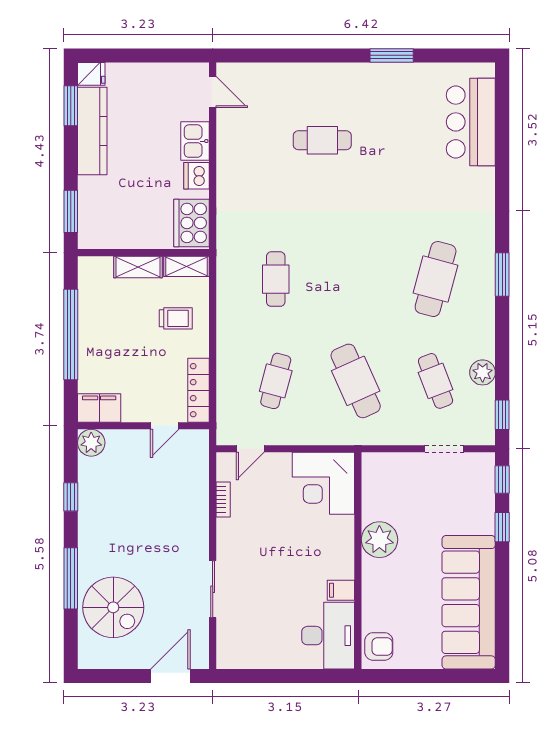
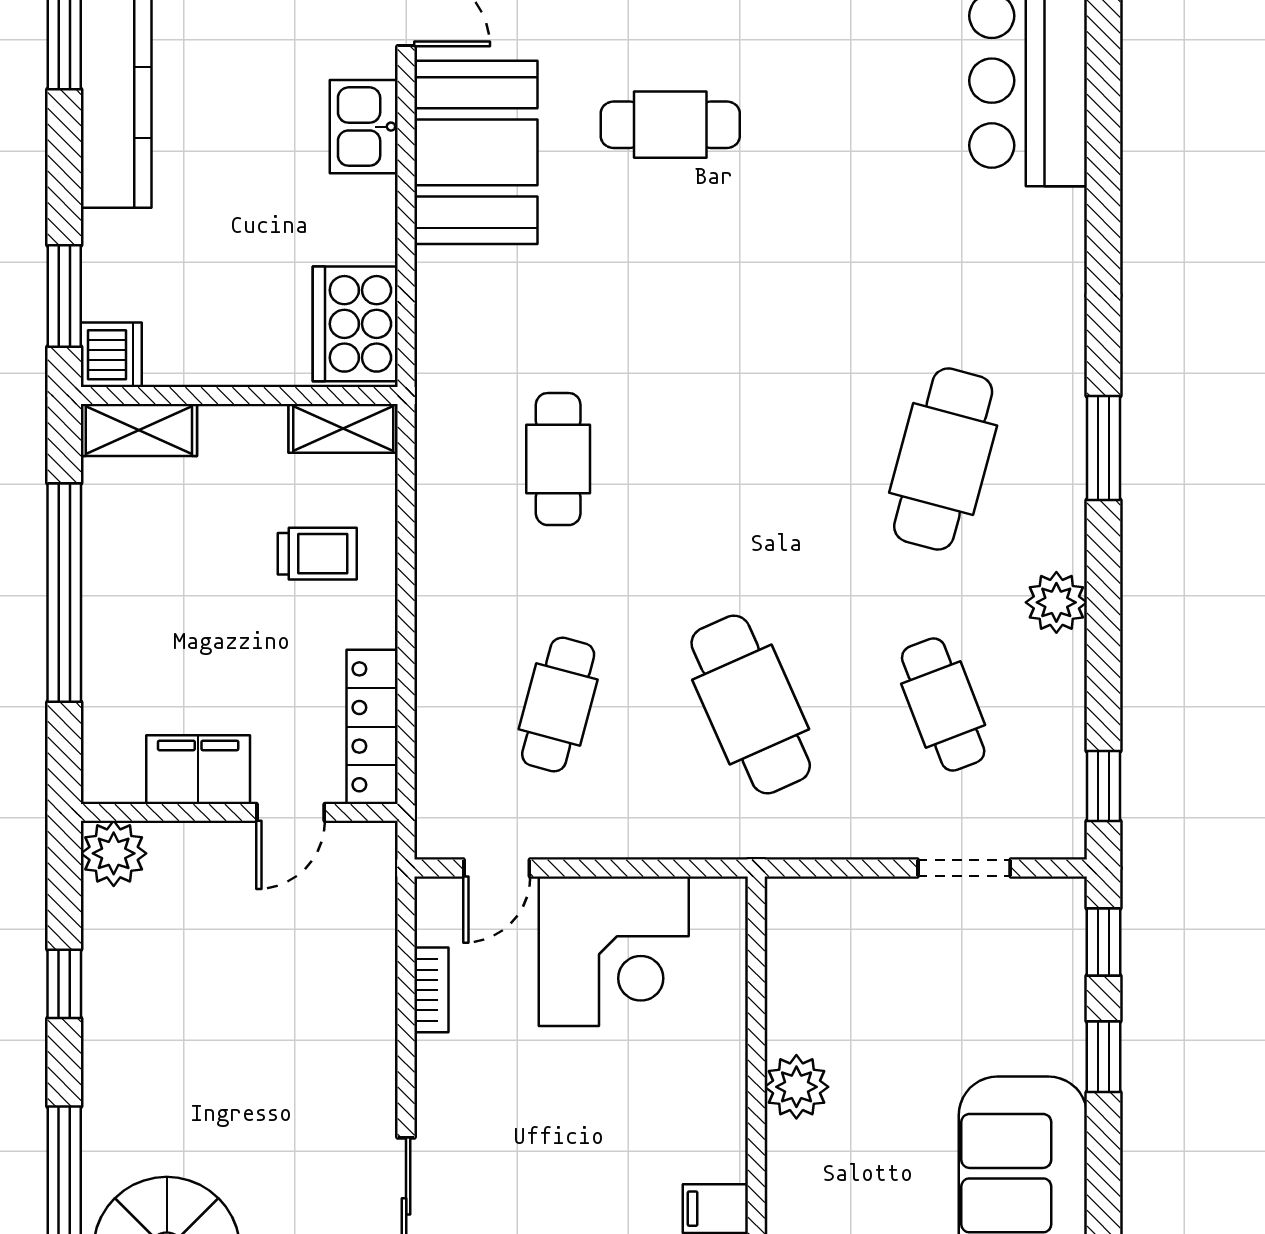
booth: (242, 152) -> (476, 152), added
dishwasher: (197, 176) -> (111, 355), moved, turned 180
shelving: (138, 267) -> (139, 430), moved
plant: (483, 372) -> (1056, 602), moved
filing cabinet: (99, 408) -> (198, 770), moved
corner desk: (323, 483) -> (614, 951), moved, turned -90
plant: (379, 540) -> (796, 1087), width x0.73, depth x0.73

